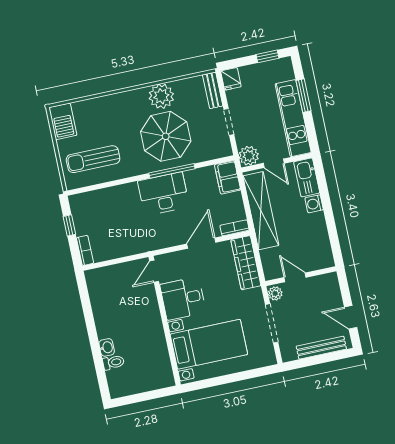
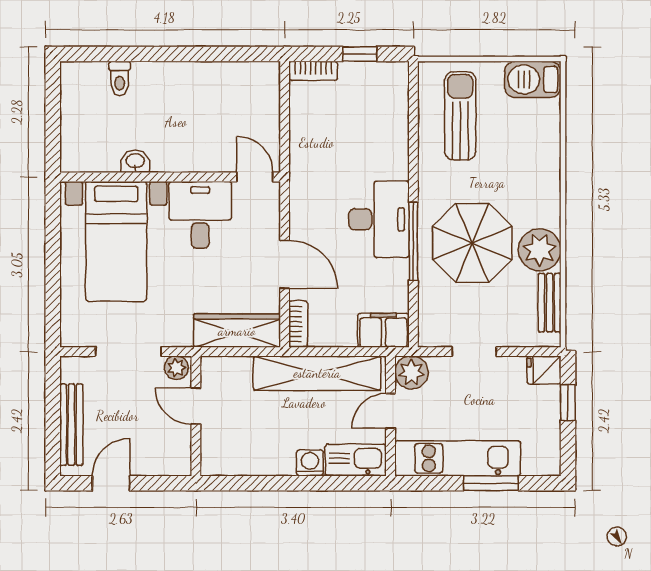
window: (267, 56) -> (568, 402), moved
bench: (213, 90) -> (550, 303), moved, turned 90
door: (295, 277) -> (196, 406), swing flipped
washbasin: (107, 347) -> (135, 161), moved, turned 180

